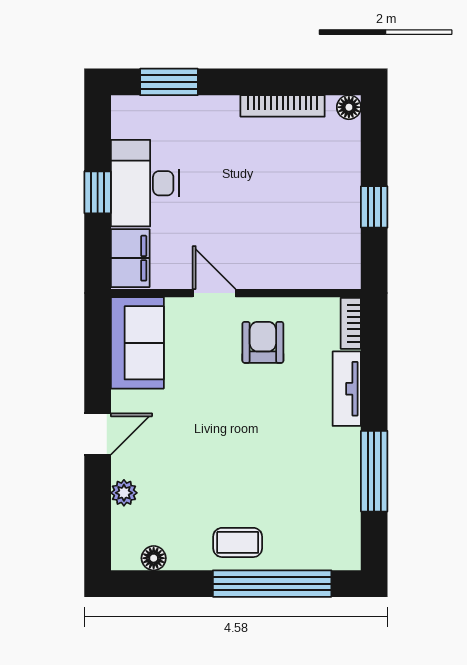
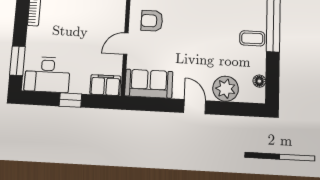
desk: (145, 183) -> (47, 75), moved
plant: (124, 493) -> (226, 89), width x1.87, depth x1.87
coffee table: (238, 542) -> (252, 38), turned 90

